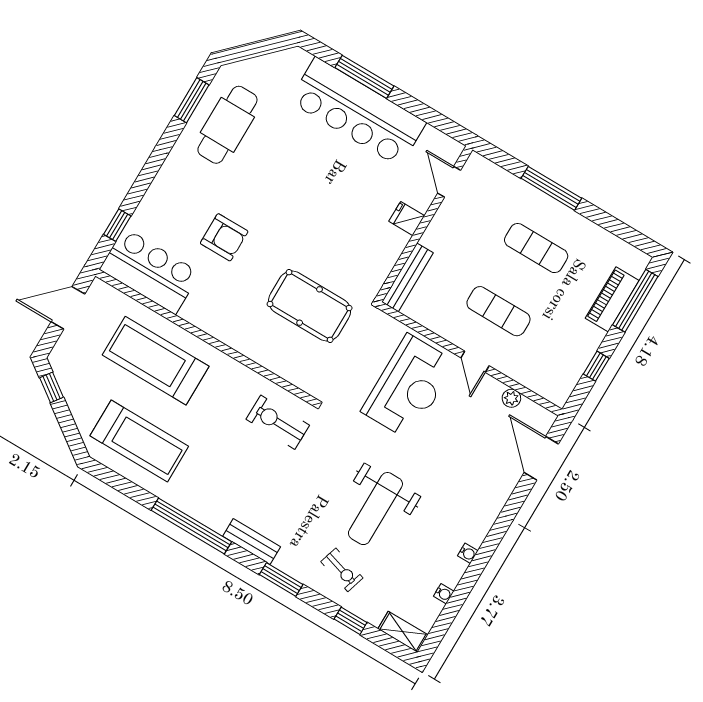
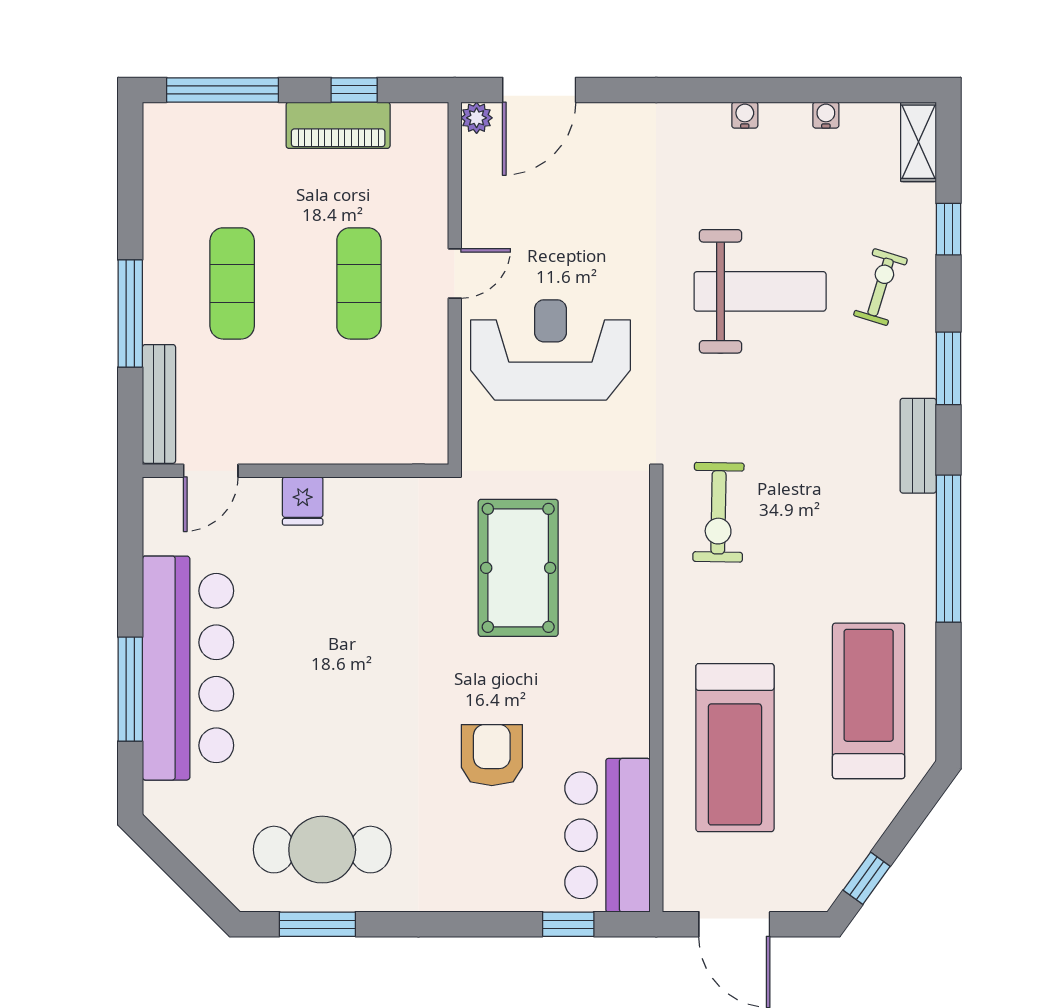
bench: (407, 277) -> (159, 404), moved, turned 90
piano: (612, 299) -> (338, 125), moved
plant: (511, 398) -> (477, 118), moved

